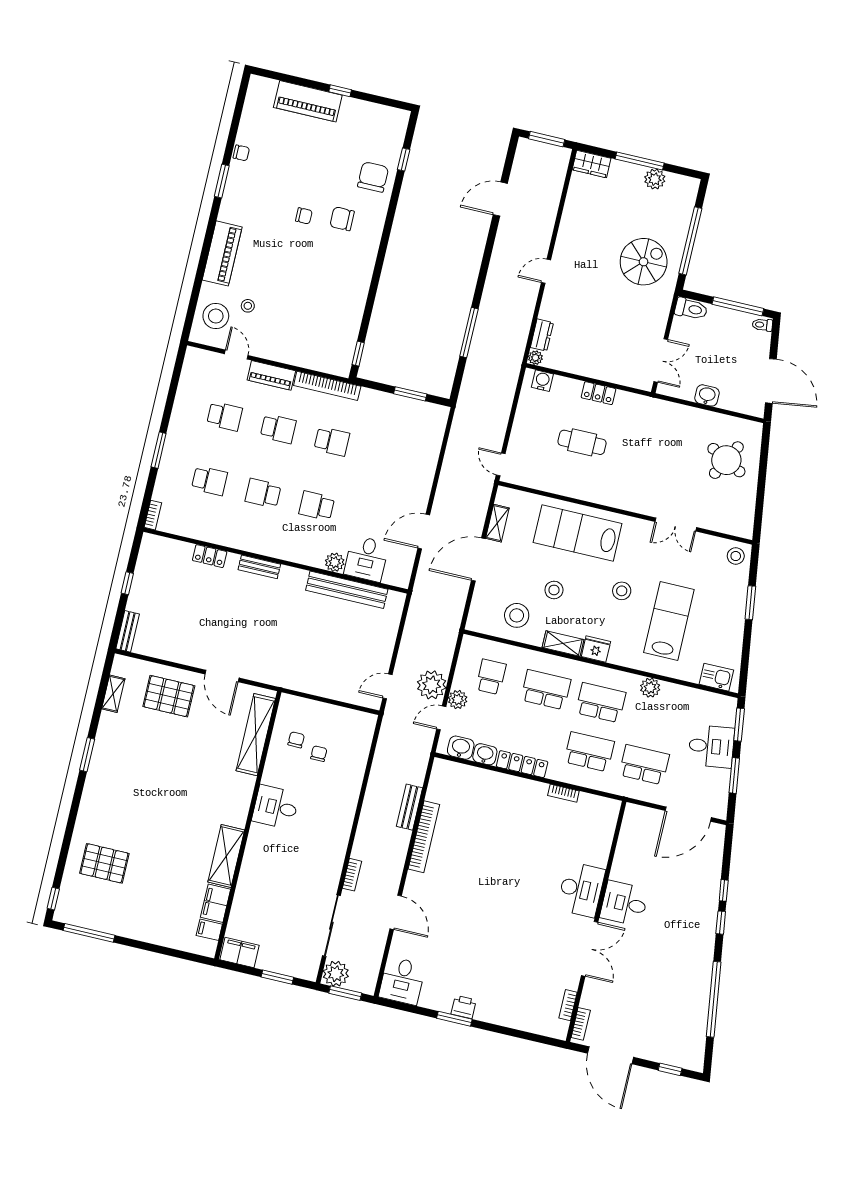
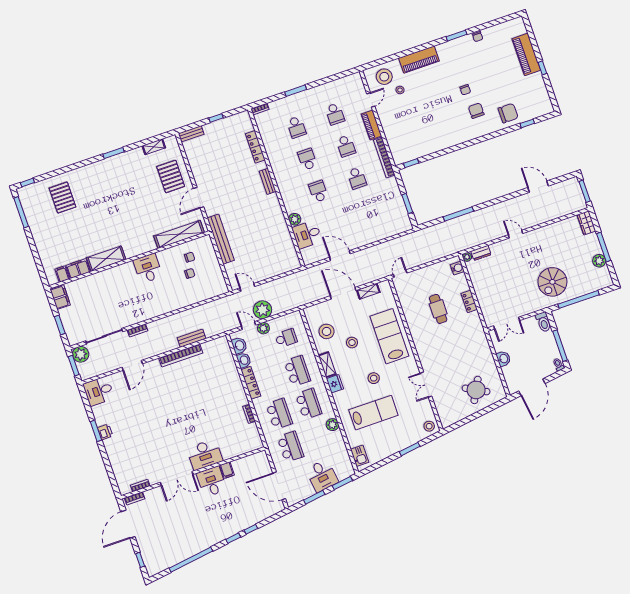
spiral stairs: (644, 262) -> (552, 282), turned 90
locker: (210, 556) -> (255, 147), width x1.53
bench: (347, 590) -> (221, 239), moved
filing cabinet: (622, 872) -> (227, 470), added

